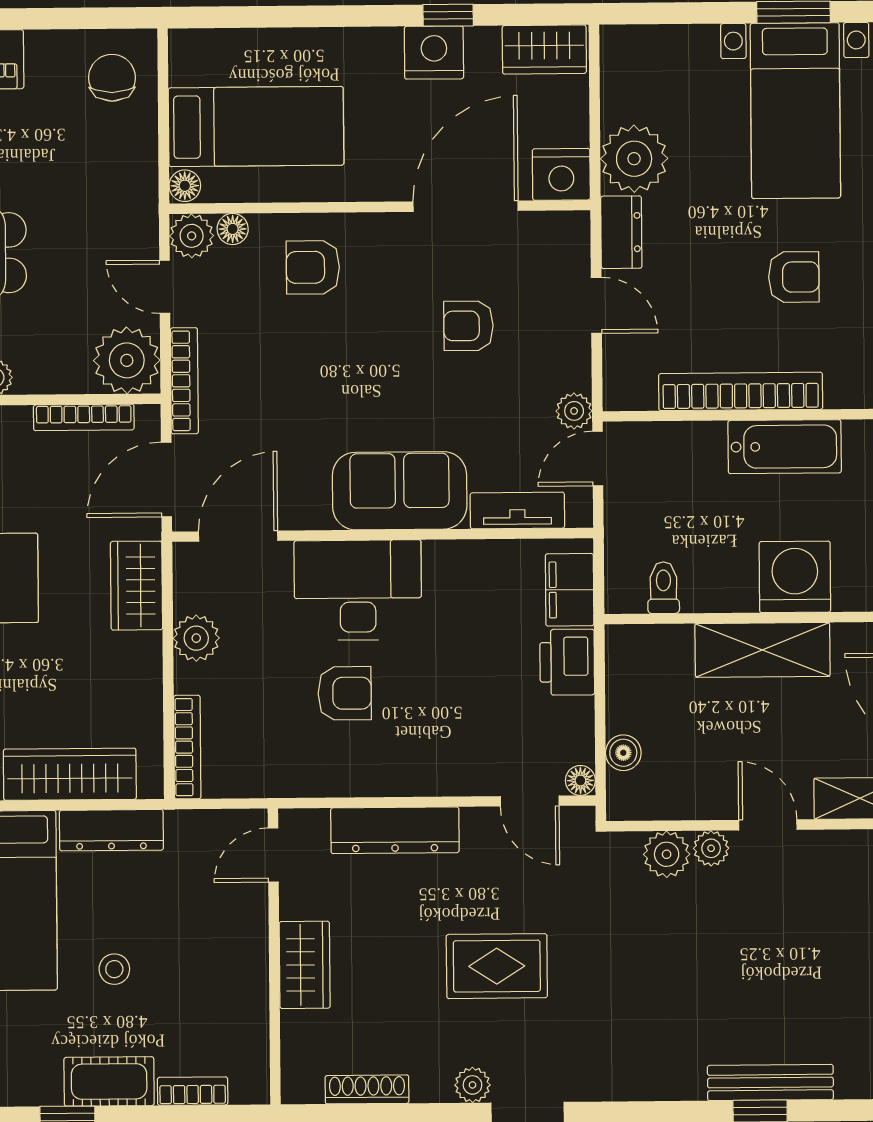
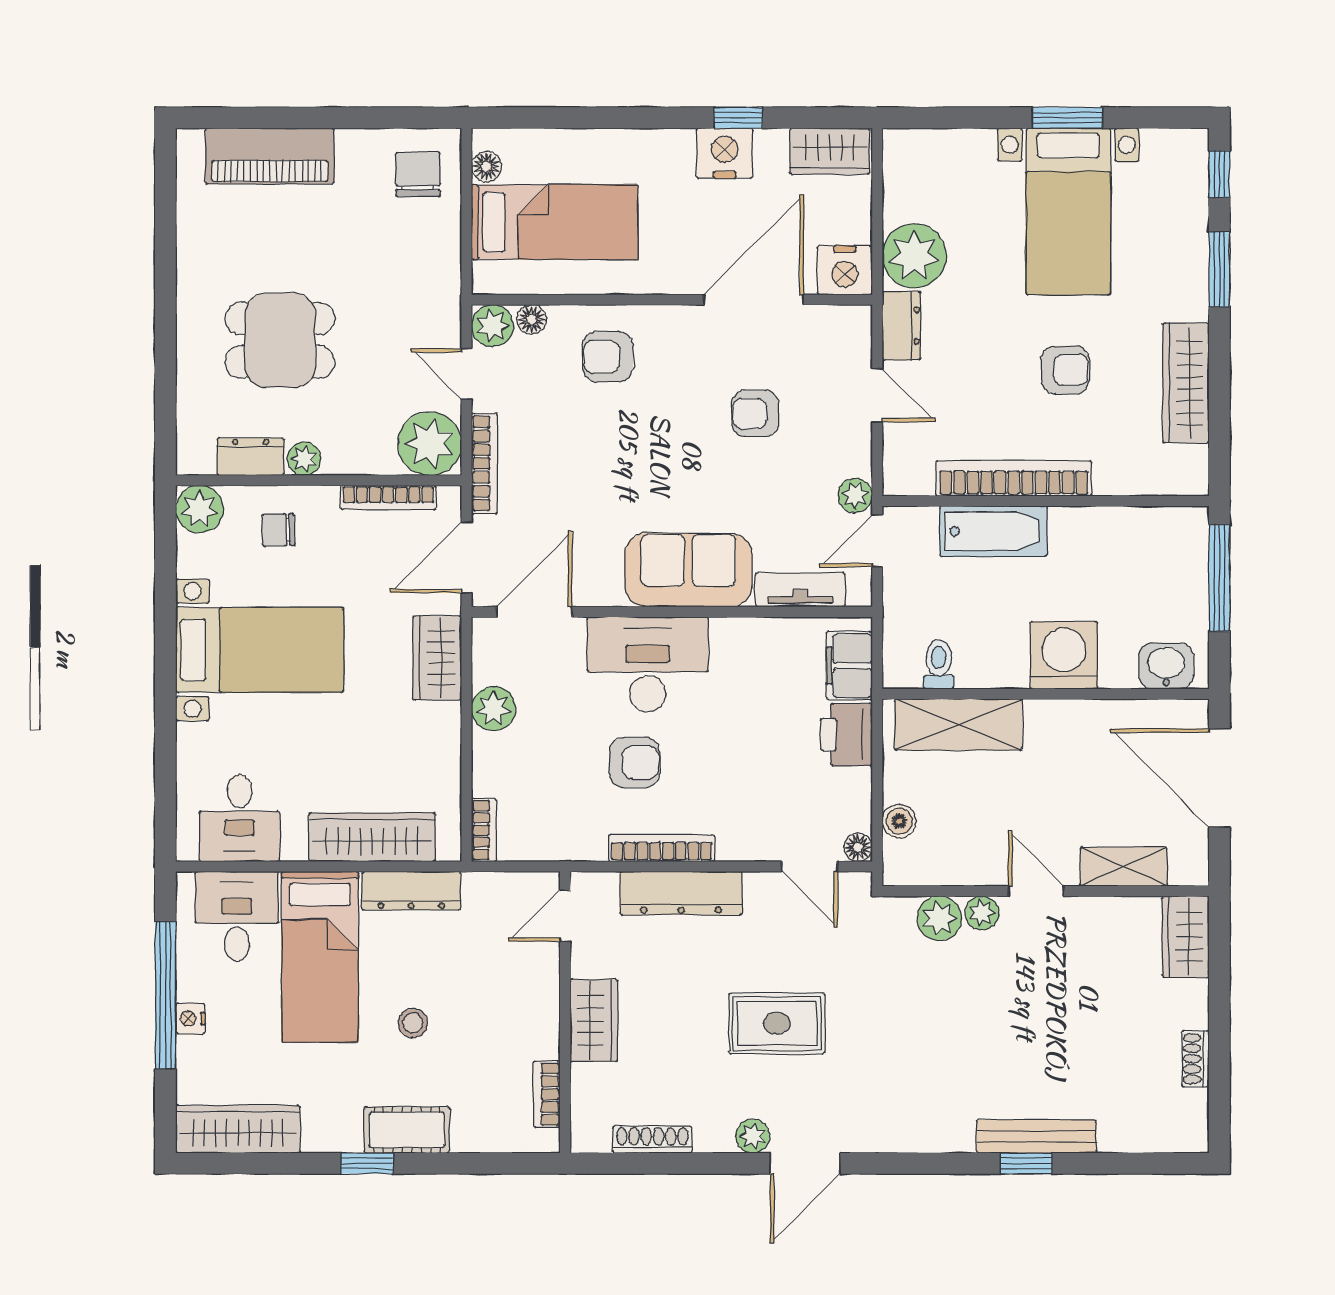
floor lamp: (185, 186) -> (486, 166), moved
bathtub: (785, 447) -> (993, 531), moved
shelving: (762, 650) -> (958, 725), moved
bookcase: (187, 747) -> (484, 830), width x0.64
bookcase: (374, 783) -> (662, 848), added
bookcase: (193, 1091) -> (547, 1094), moved, turned -90

